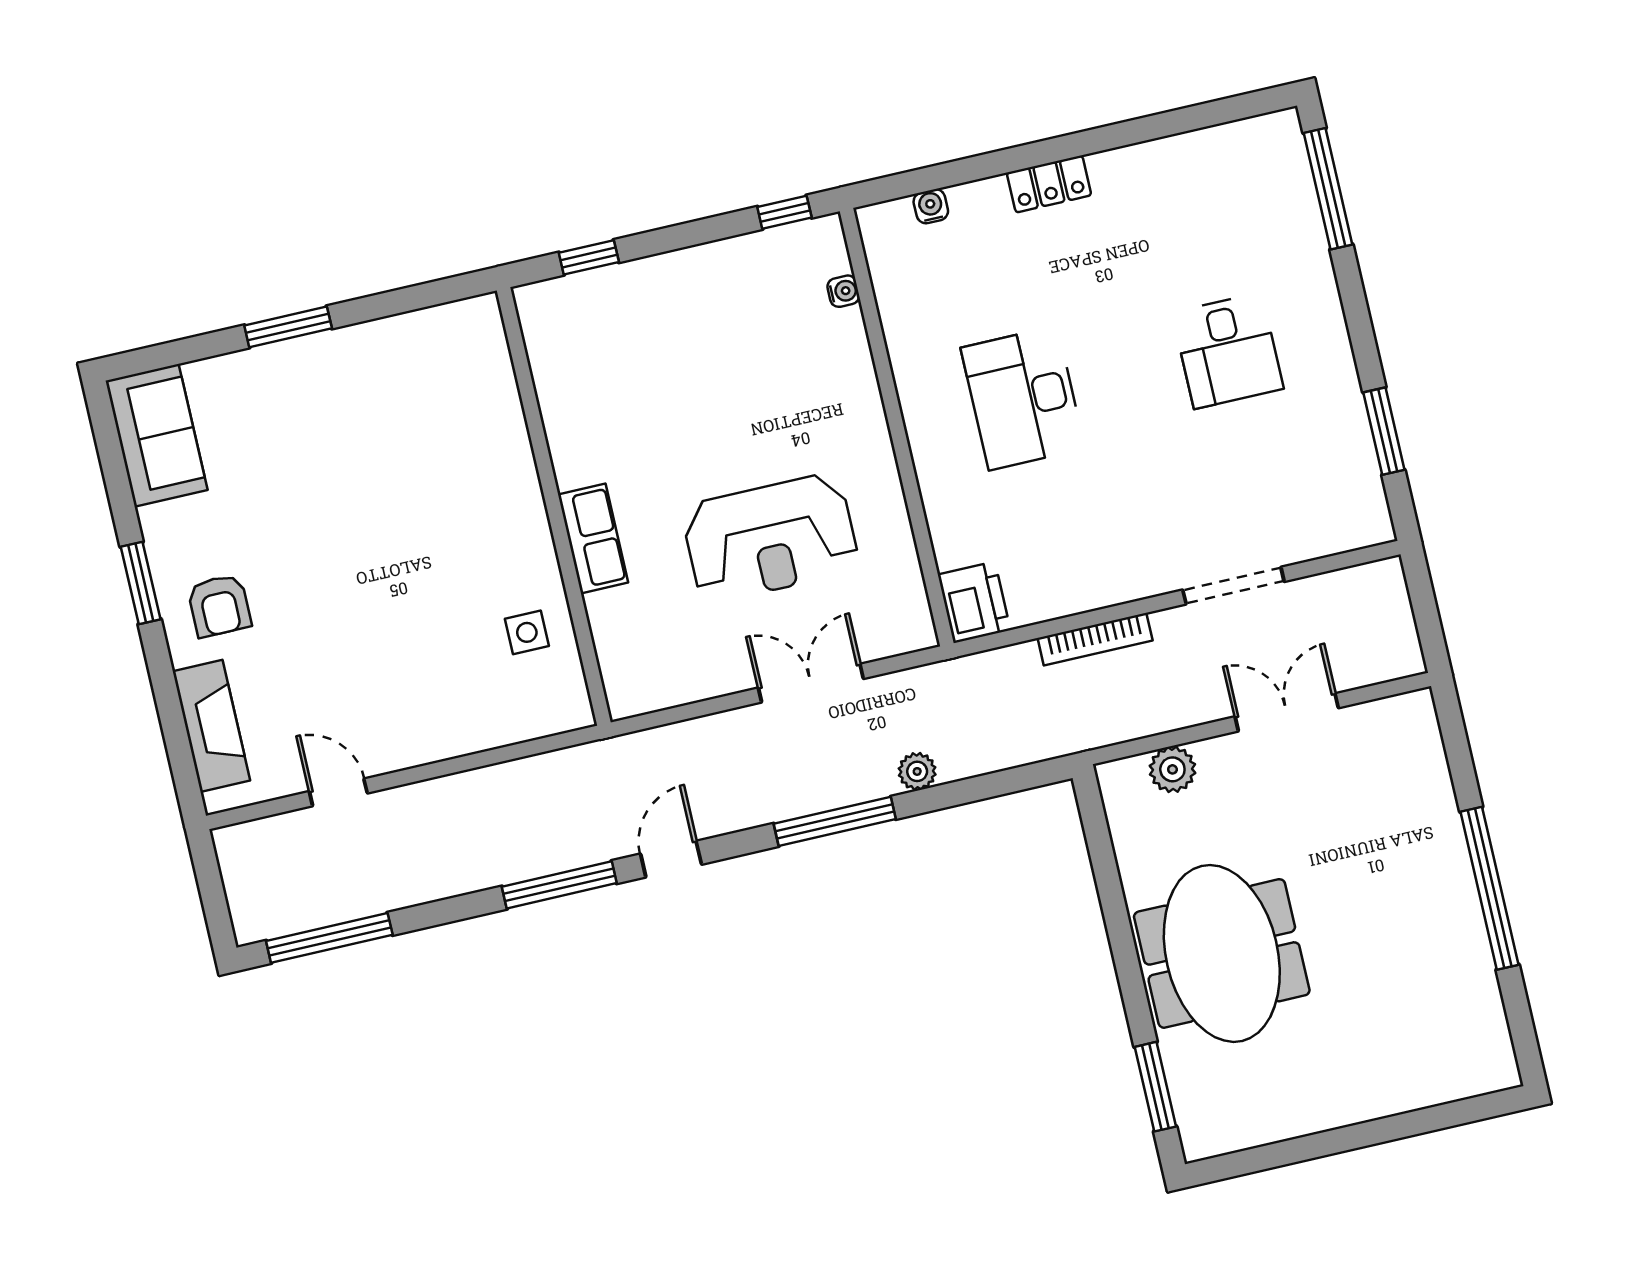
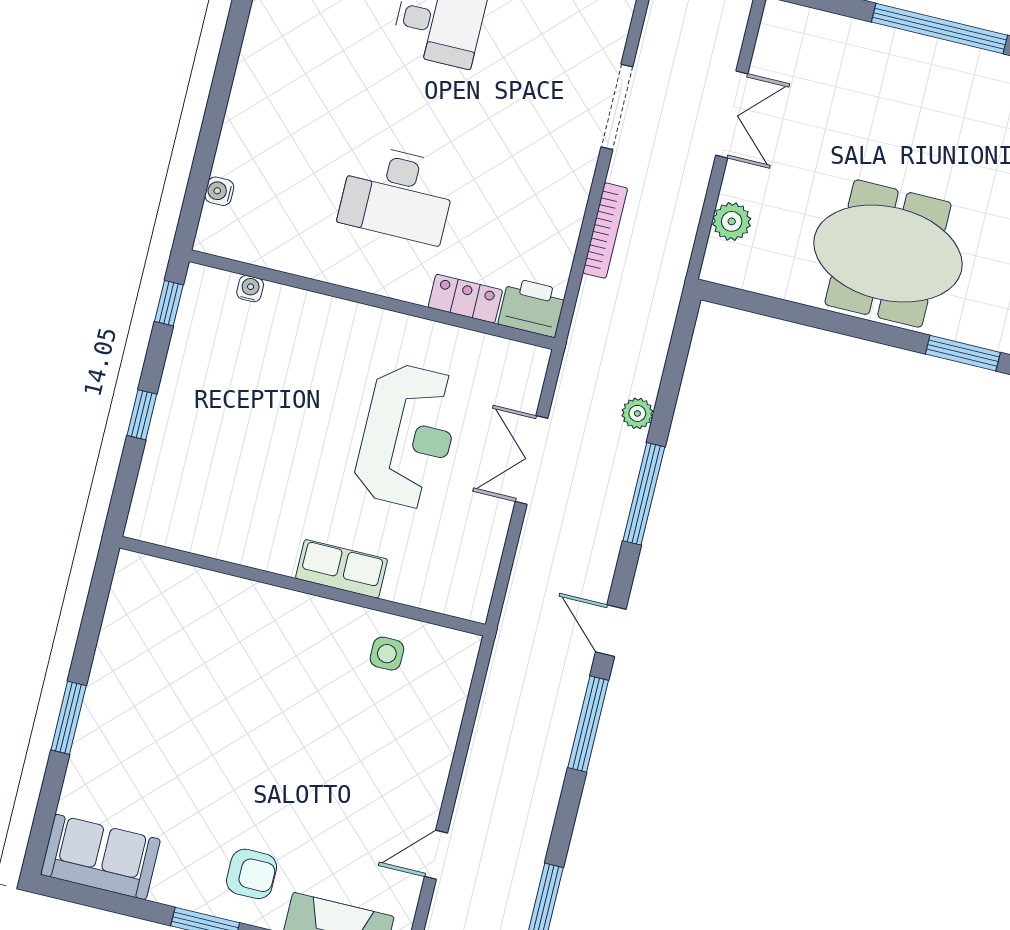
locker: (1049, 184) -> (465, 299), moved, turned -90
window: (589, 257) -> (142, 415), moved
double door: (1287, 712) -> (732, 114), swing flipped

